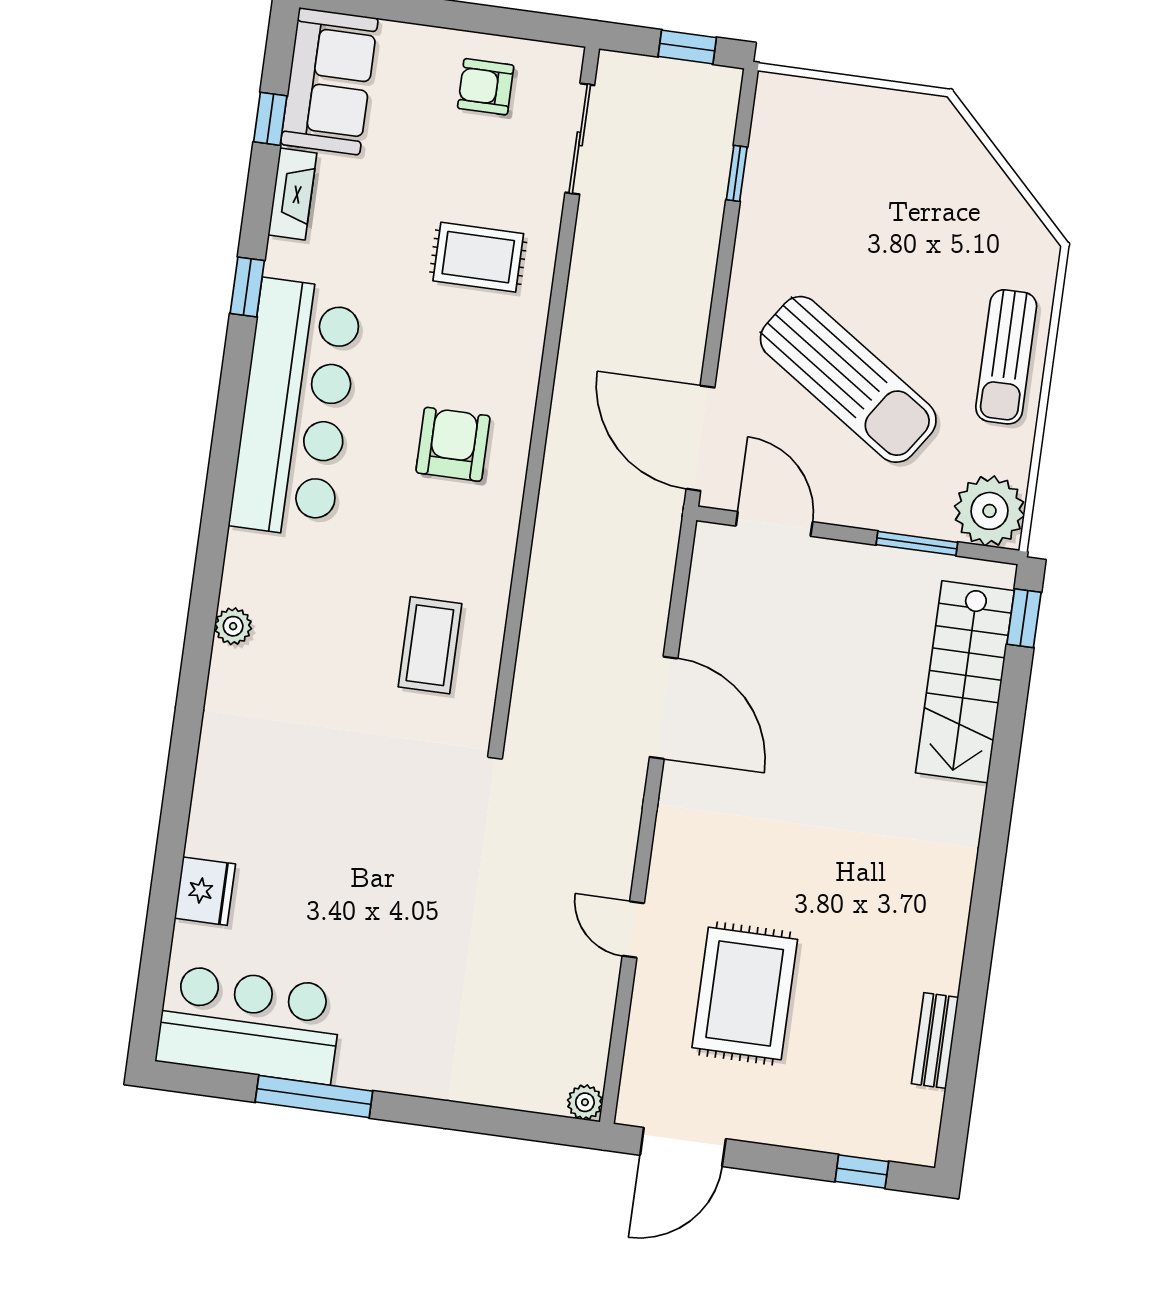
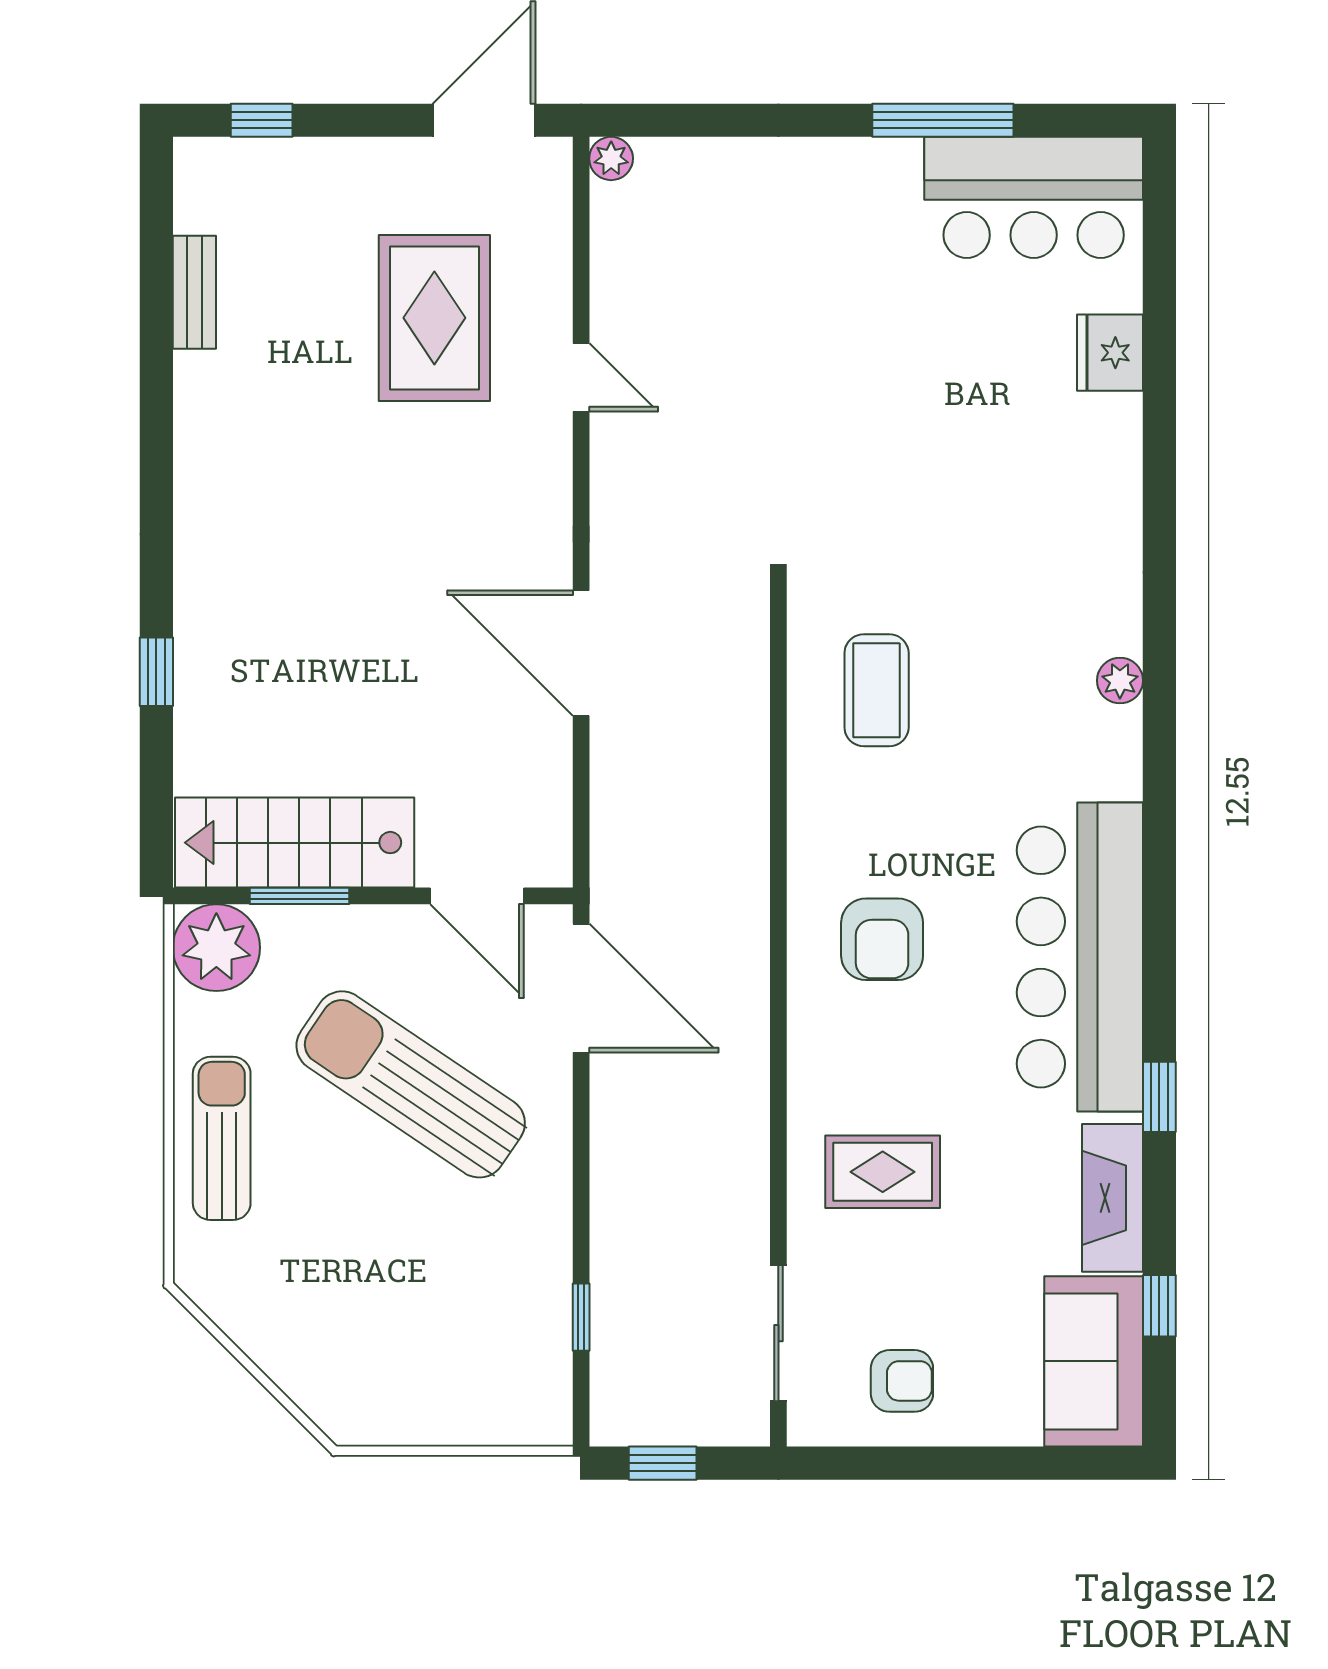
fireplace: (292, 194) -> (1112, 1198), width x1.37, depth x1.32
window: (1024, 618) -> (156, 672), moved
stairs: (965, 682) -> (295, 843), moved, turned -90

